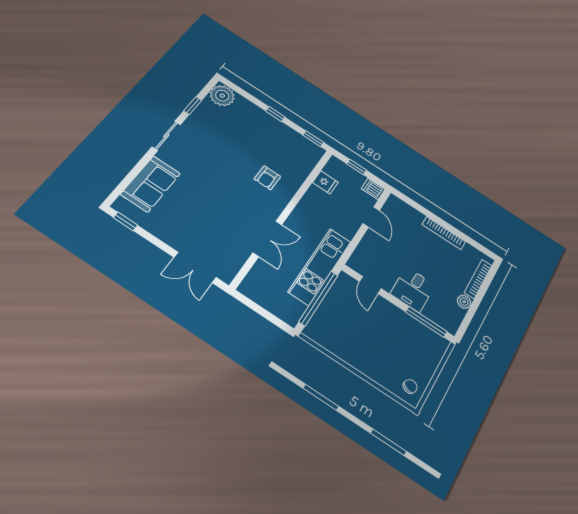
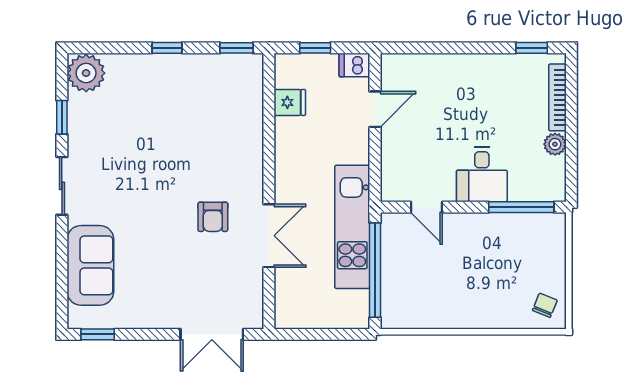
armchair: (267, 178) -> (213, 217), moved
door: (371, 217) -> (375, 109), hinge flipped
bookcase: (444, 233) -> (480, 62), removed
window: (477, 245) -> (532, 48), added

